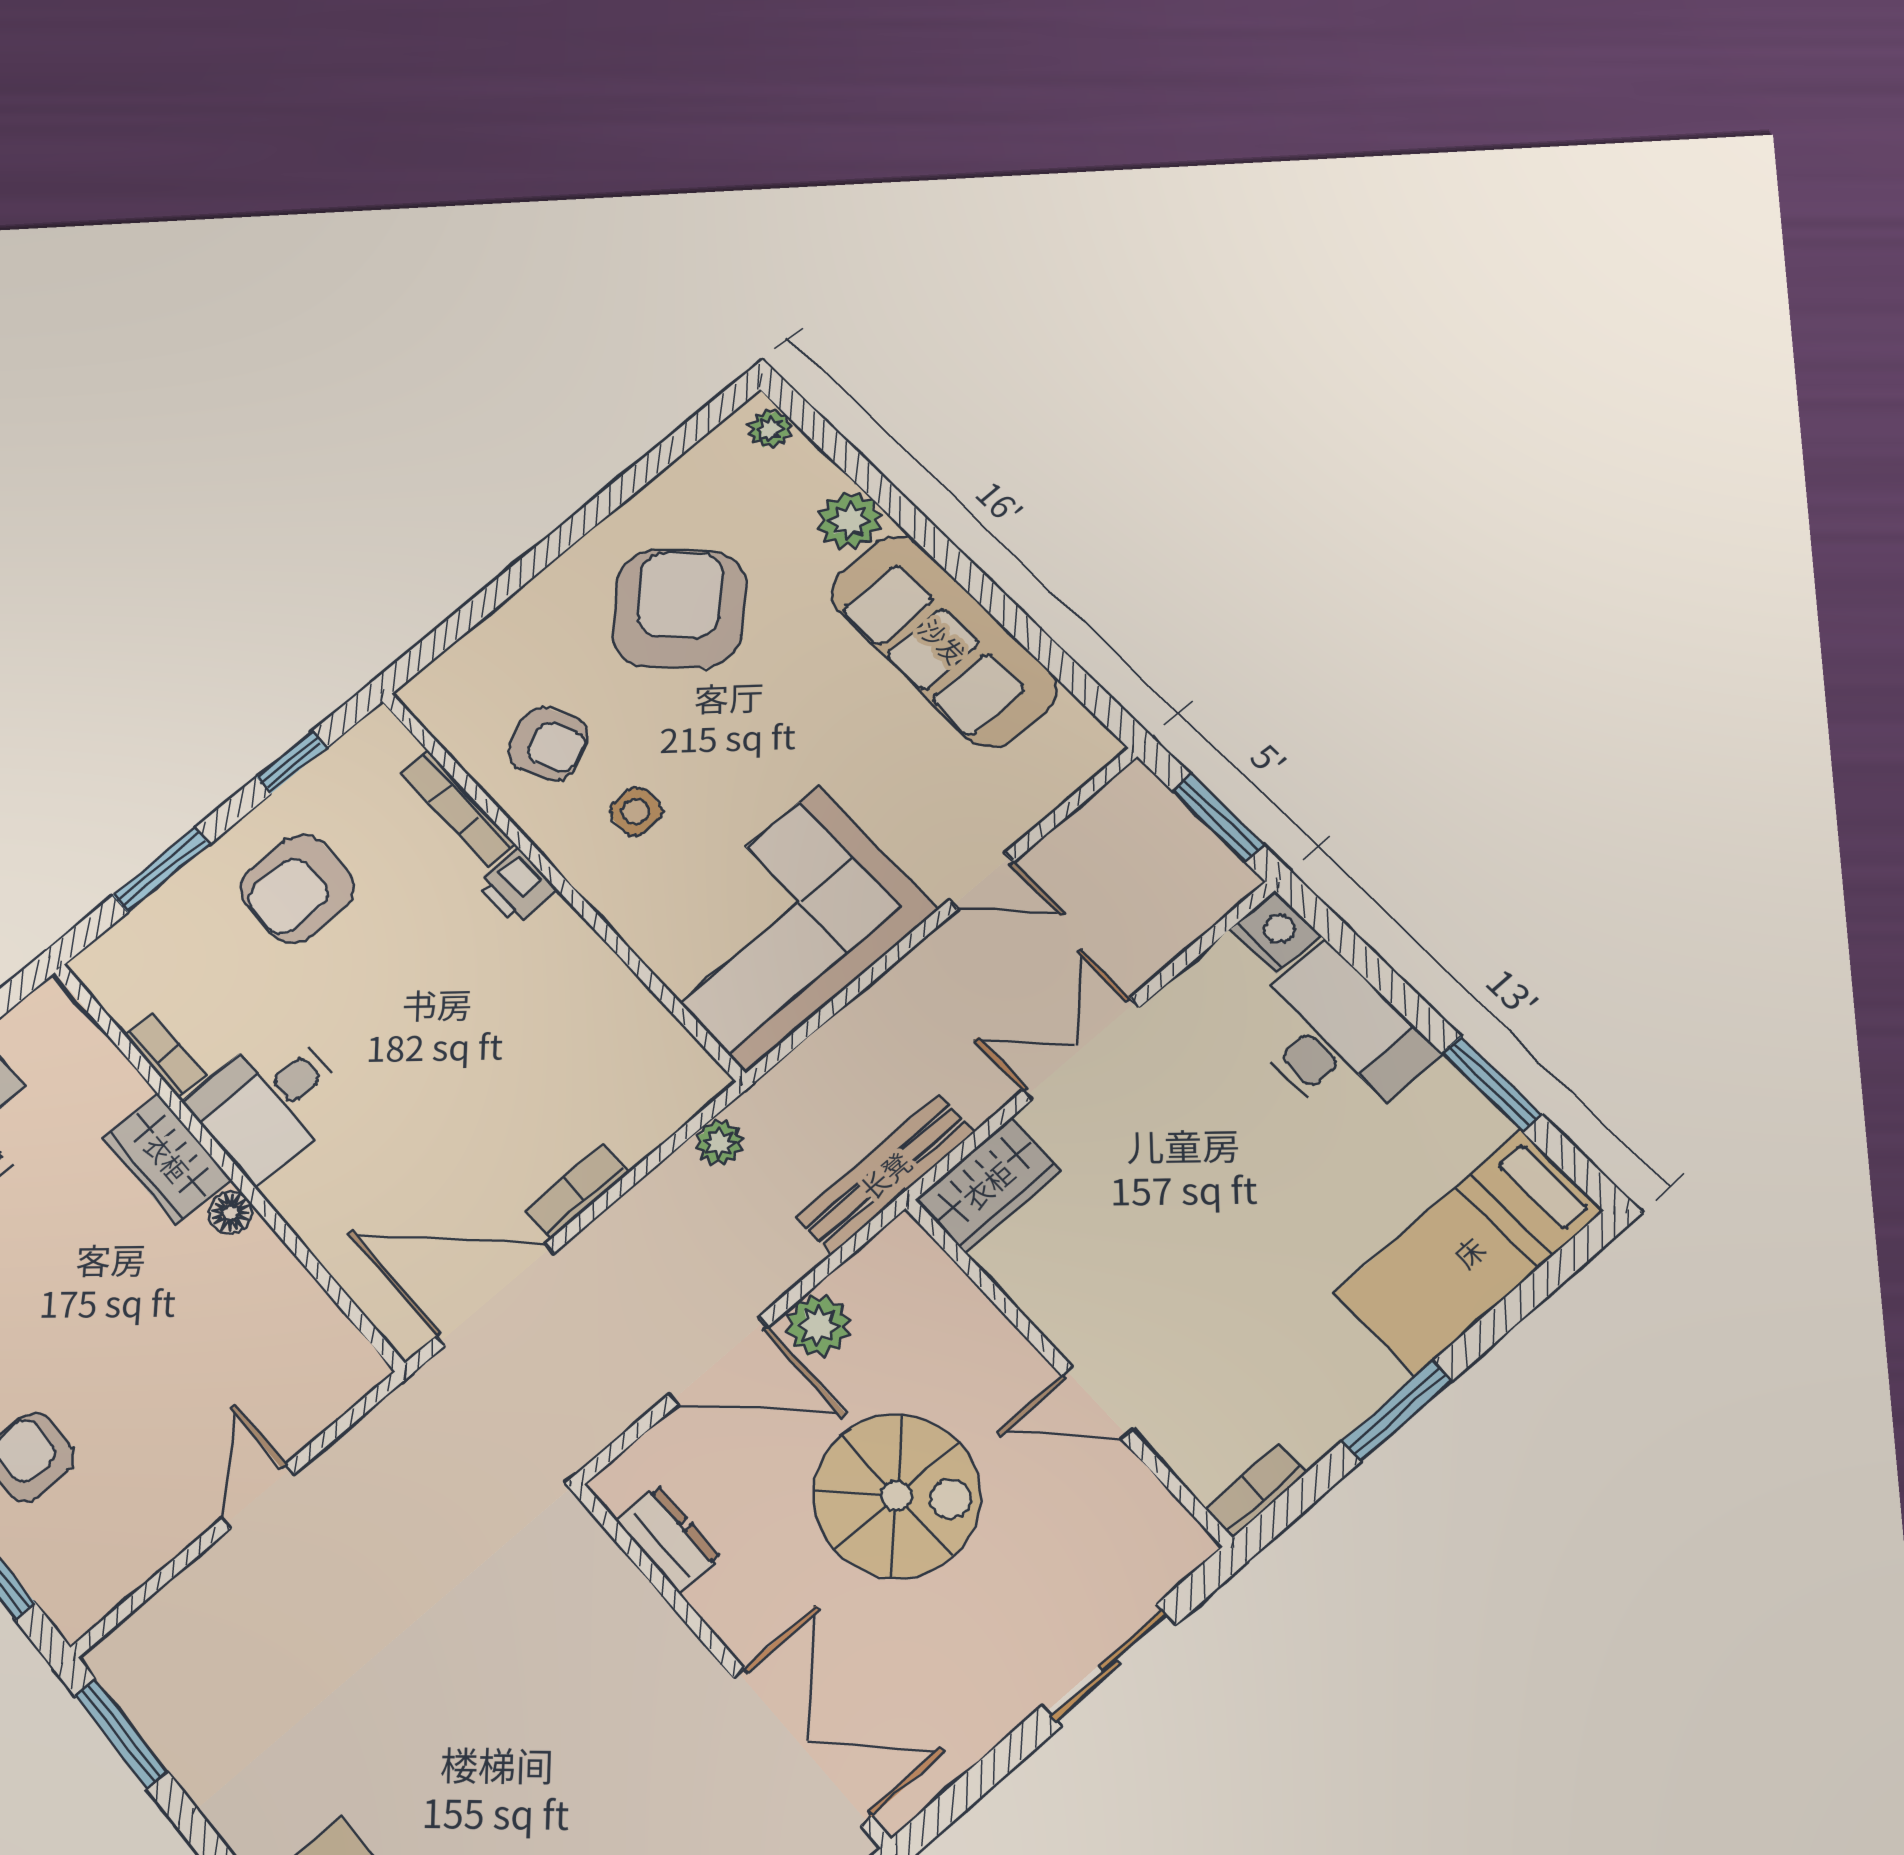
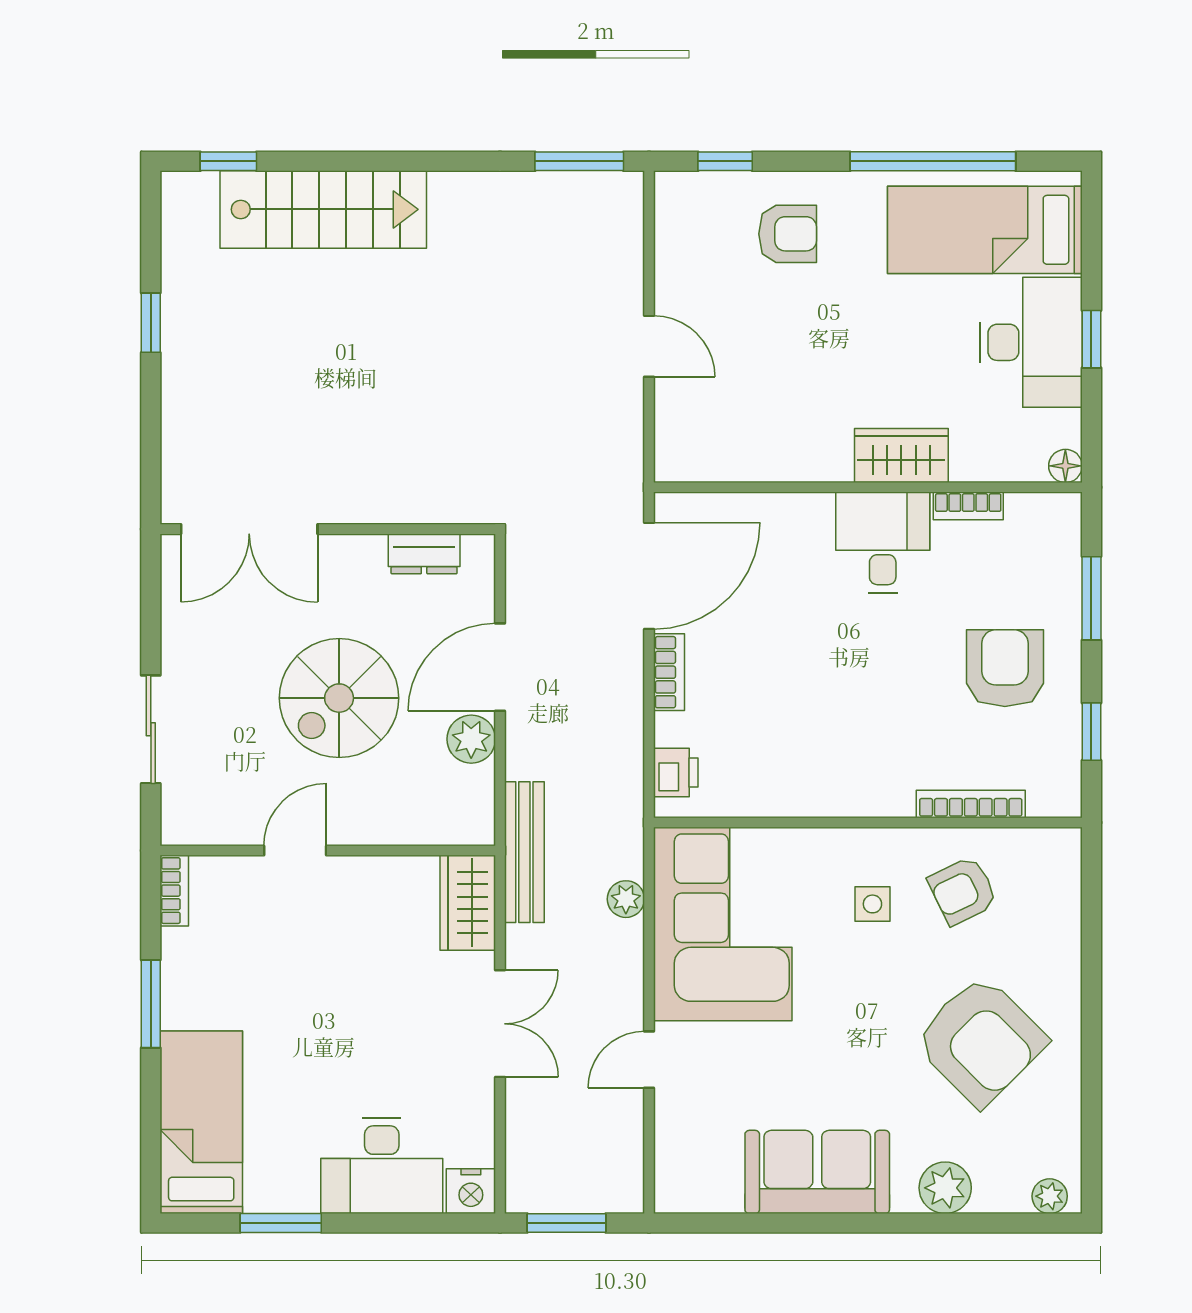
sofa: (943, 641) -> (817, 1172), width x0.73
printer: (516, 886) -> (676, 772), moved, turned 90
plant: (720, 1143) -> (626, 899), moved
floor lamp: (231, 1212) -> (1065, 466), moved

